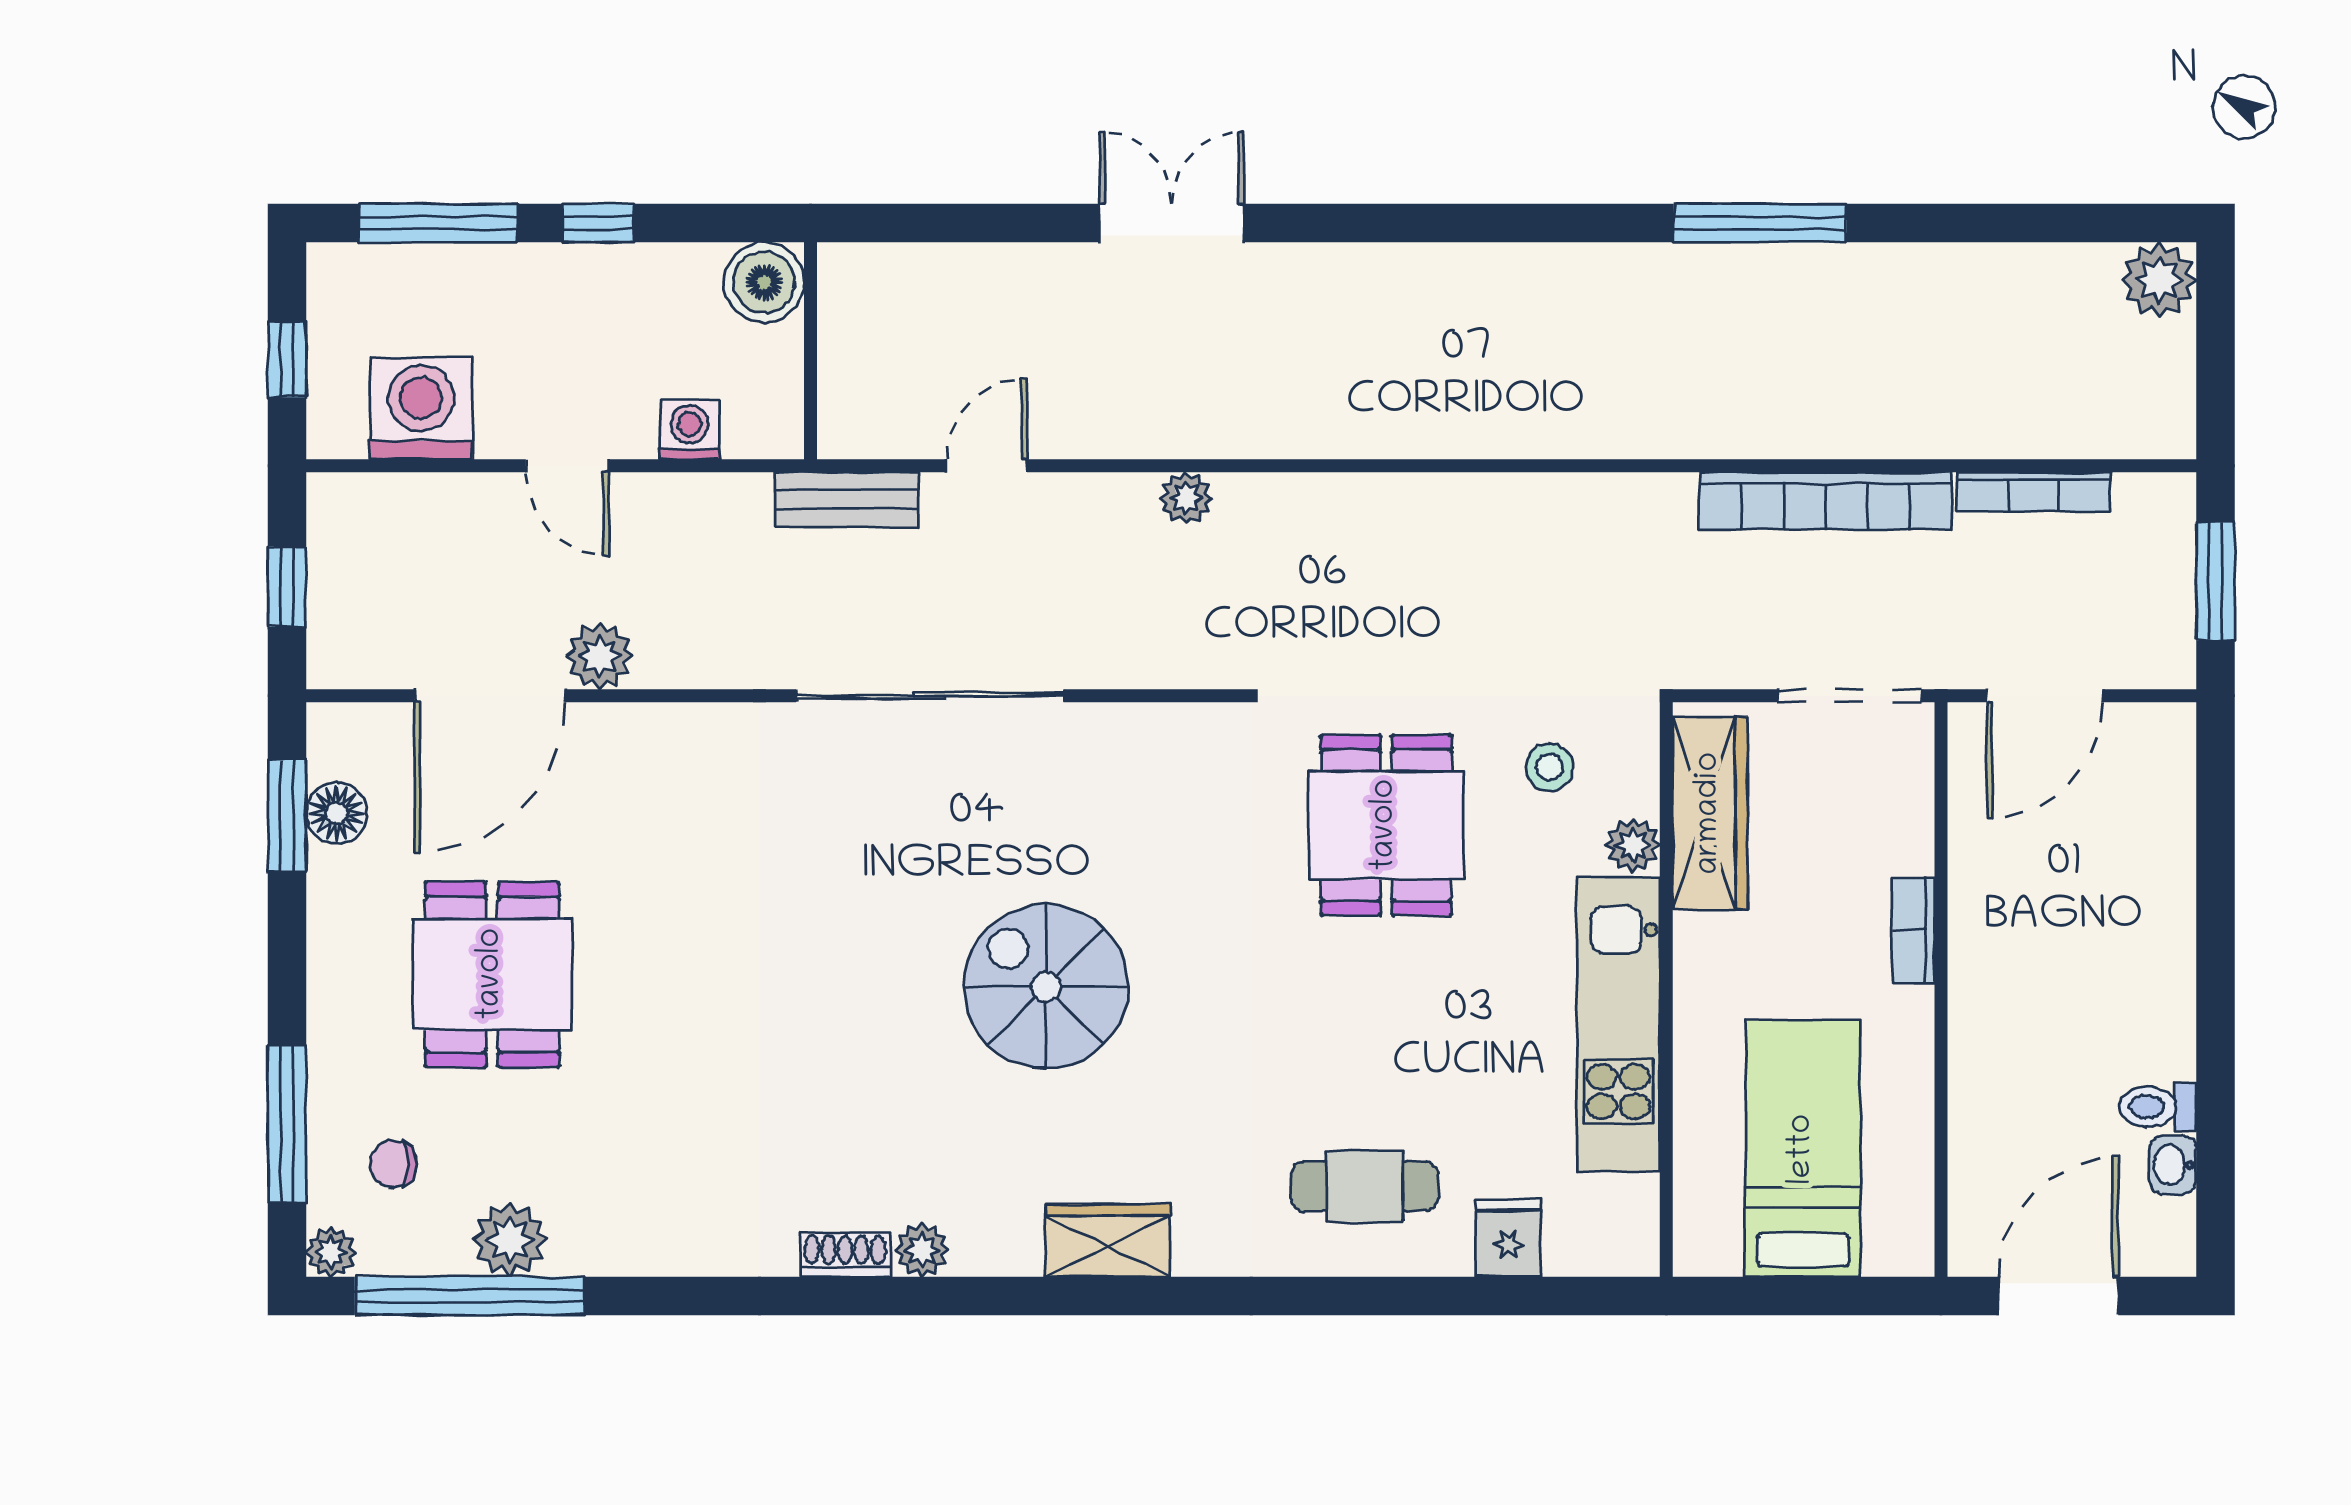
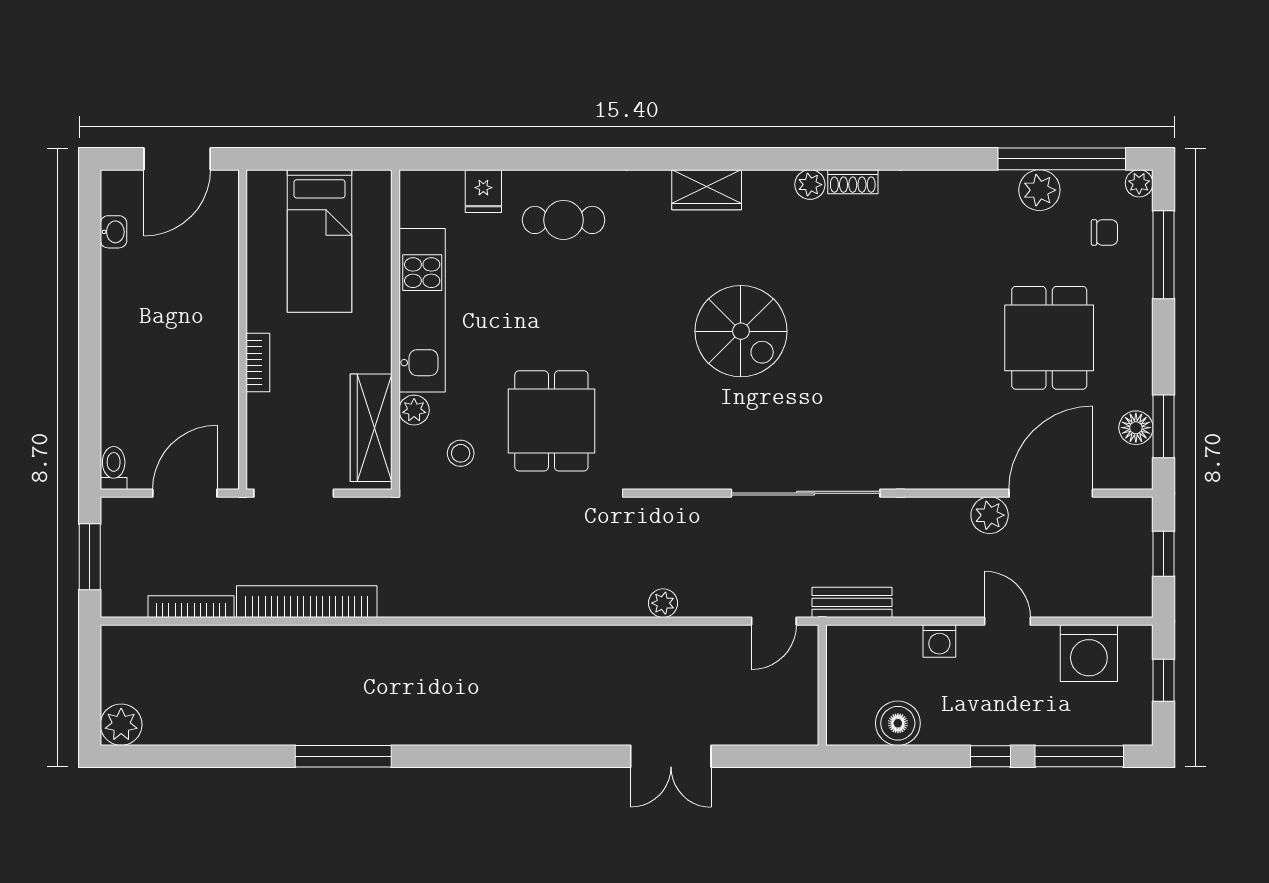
wall: (811, 351) -> (822, 685), moved
toilet: (2158, 1107) -> (114, 468), moved, turned -90

